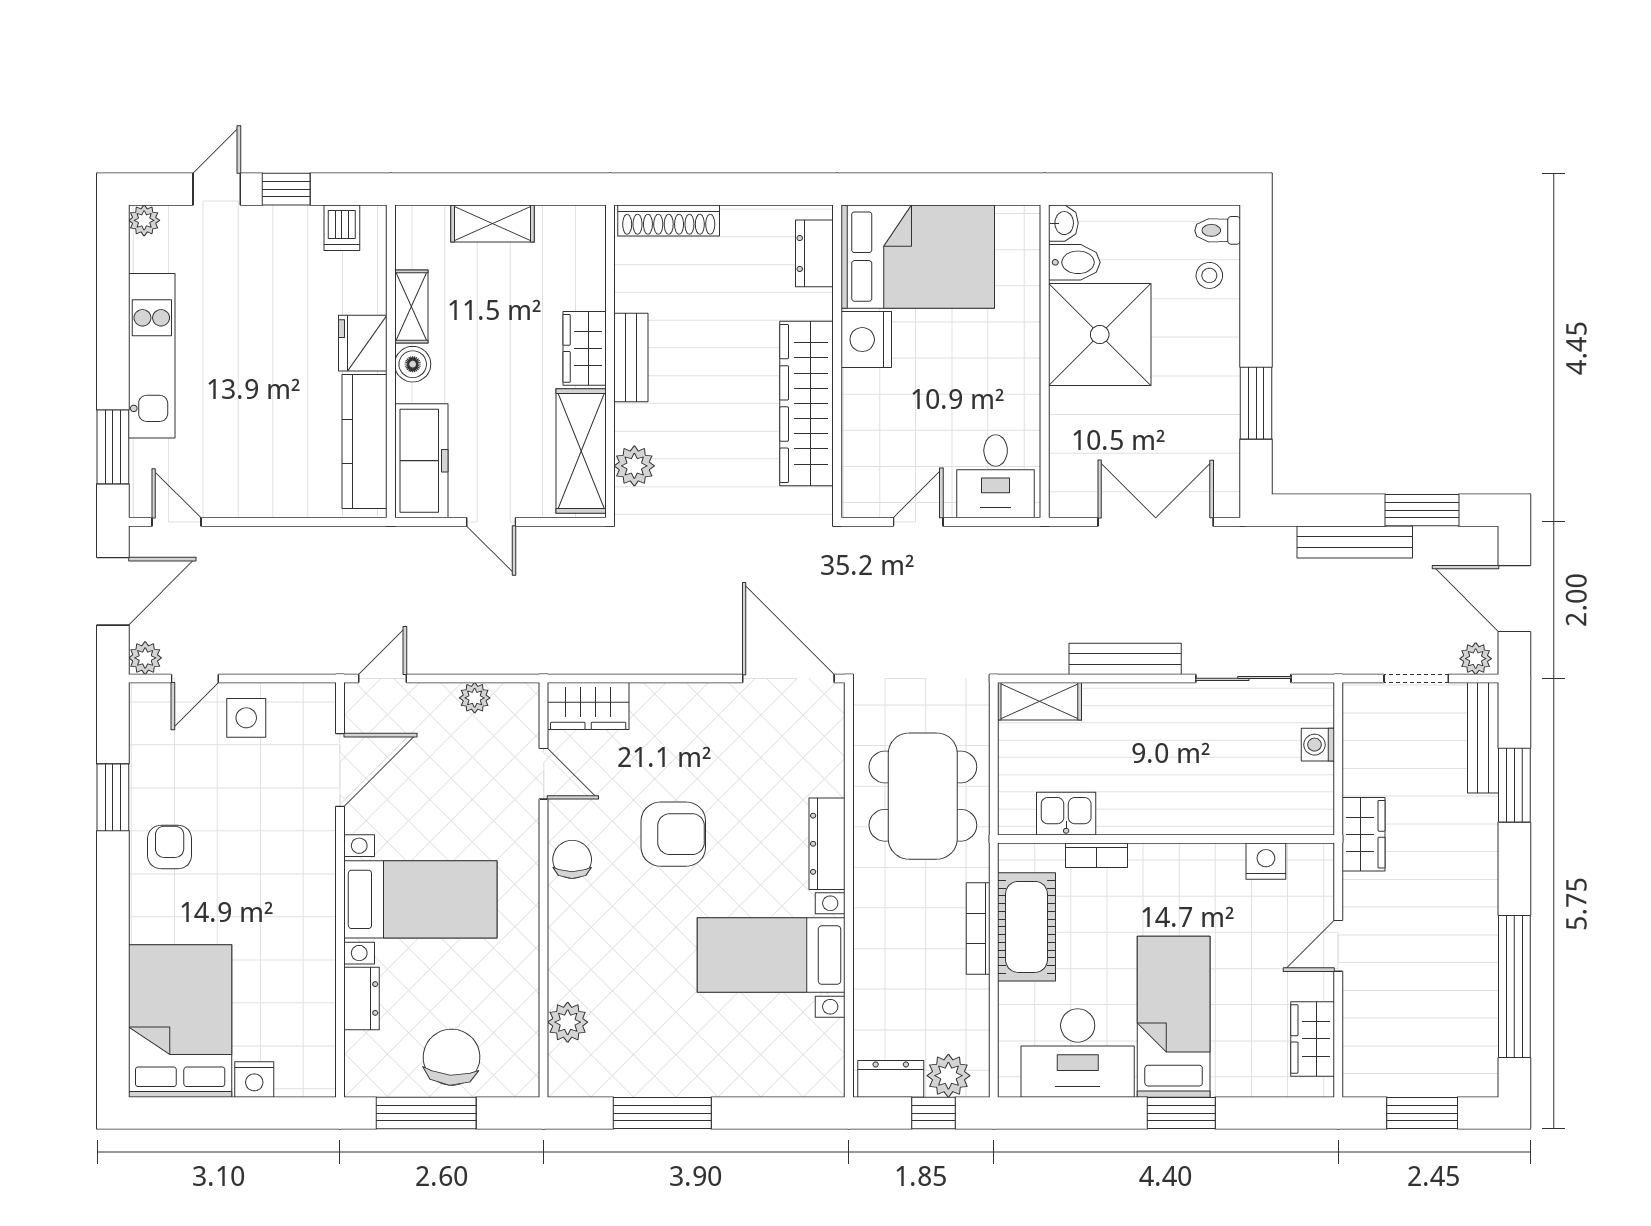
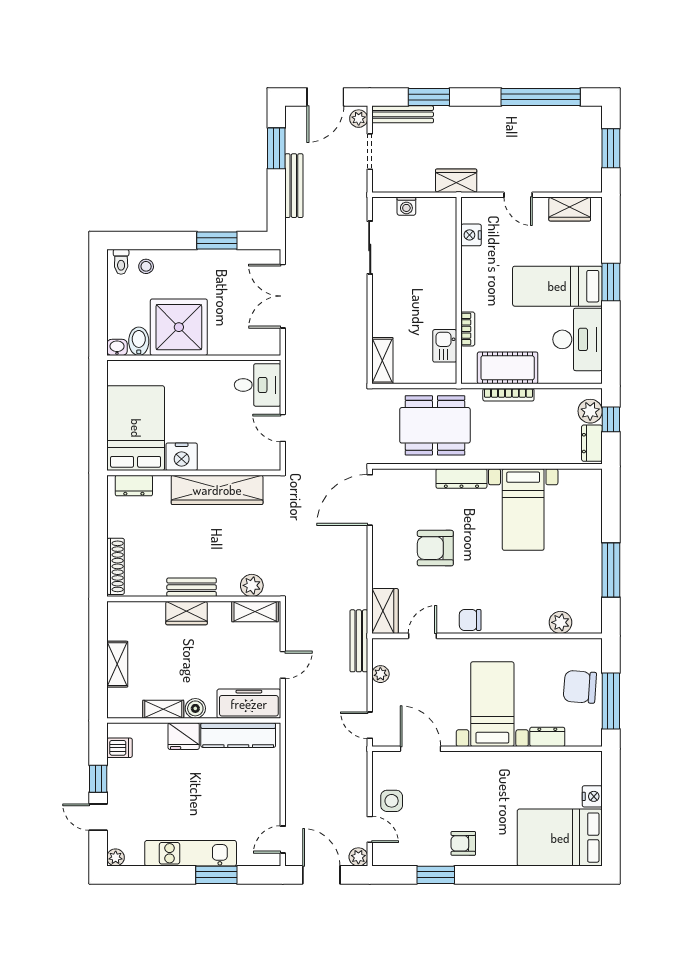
window: (113, 447) -> (216, 875), moved
shelving: (581, 451) -> (255, 611), width x0.67, depth x0.75
bench: (1125, 659) -> (359, 641), moved
armchair: (673, 834) -> (435, 548), moved, turned -90

